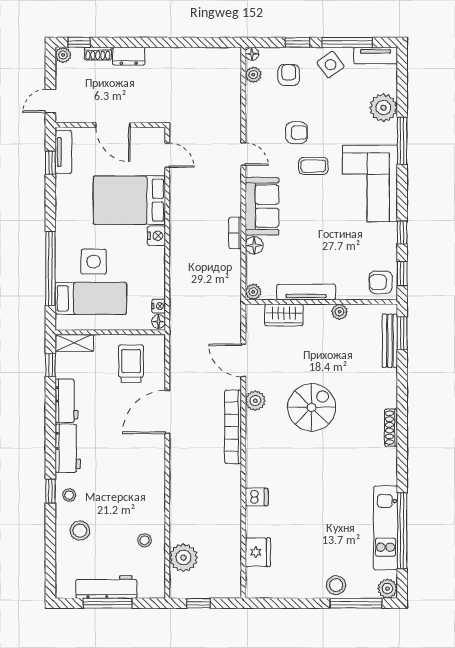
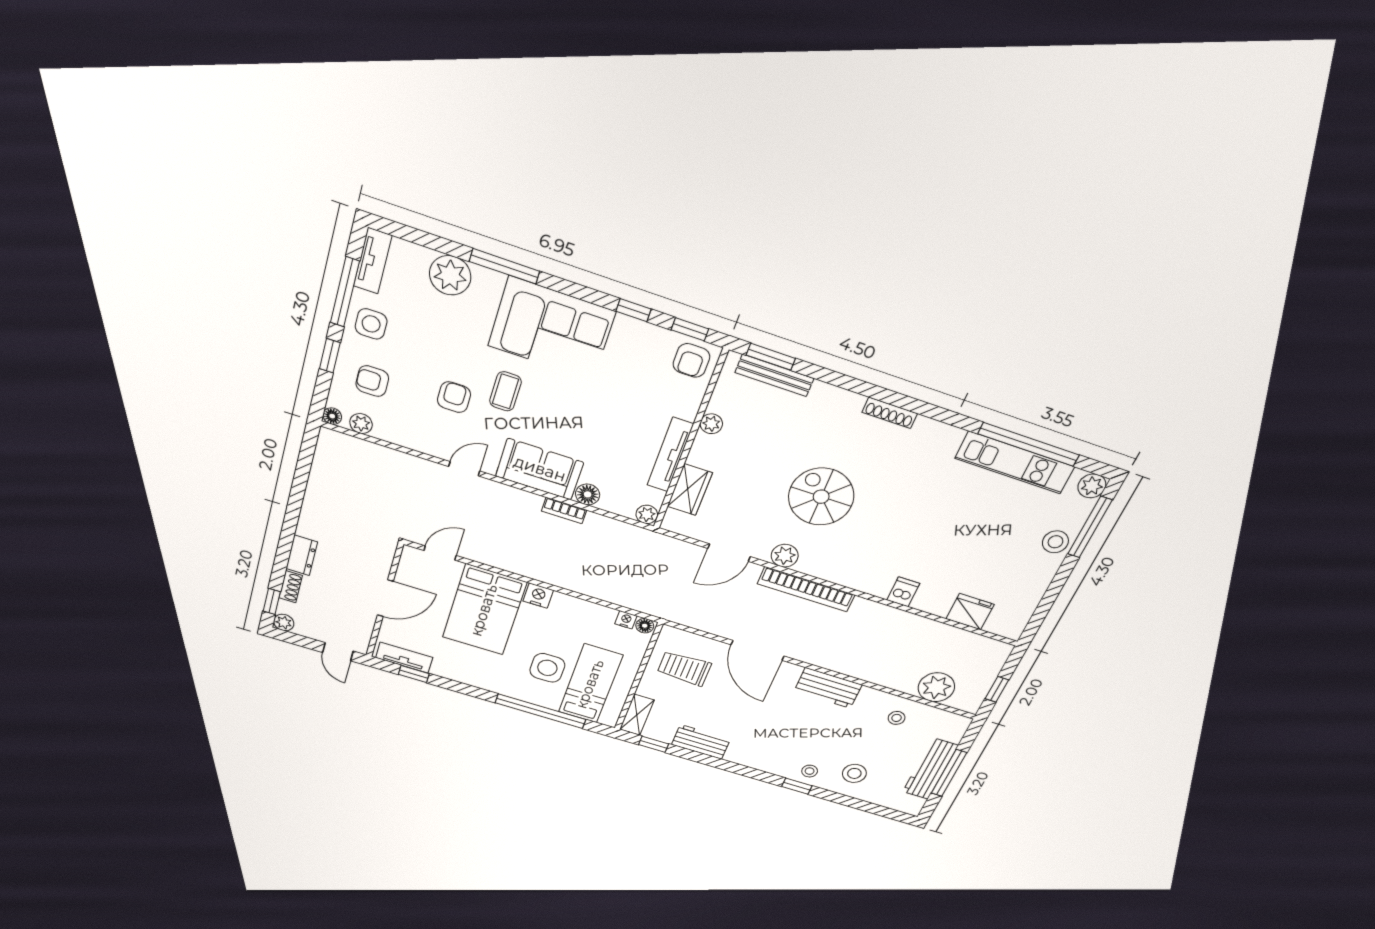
side table: (331, 65) -> (371, 324), turned 37
workbench: (68, 448) -> (828, 688), moved, turned 180

